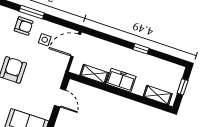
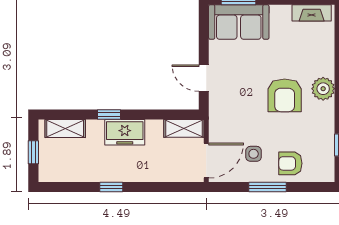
window: (32, 12) -> (267, 187), moved
shelving: (94, 74) -> (184, 128), moved
window: (127, 95) -> (109, 115), added

